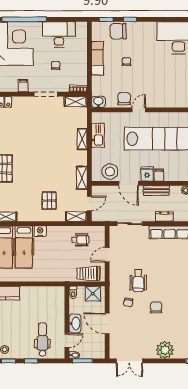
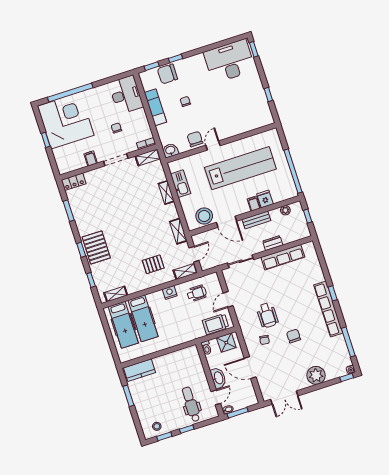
desk: (59, 34) -> (126, 95), moved, turned 90
fridge: (147, 174) -> (265, 199), moved
pallet: (49, 201) -> (153, 264), turned 90
nightstand: (40, 231) -> (170, 292), moved

